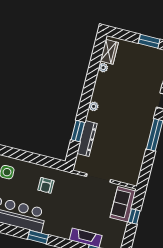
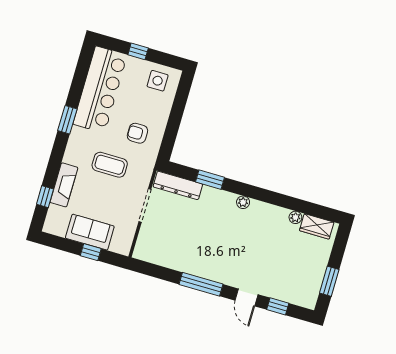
dresser: (87, 138) -> (178, 185), moved
sofa: (123, 204) -> (90, 232), moved
coffee table: (70, 205) -> (110, 165), added

